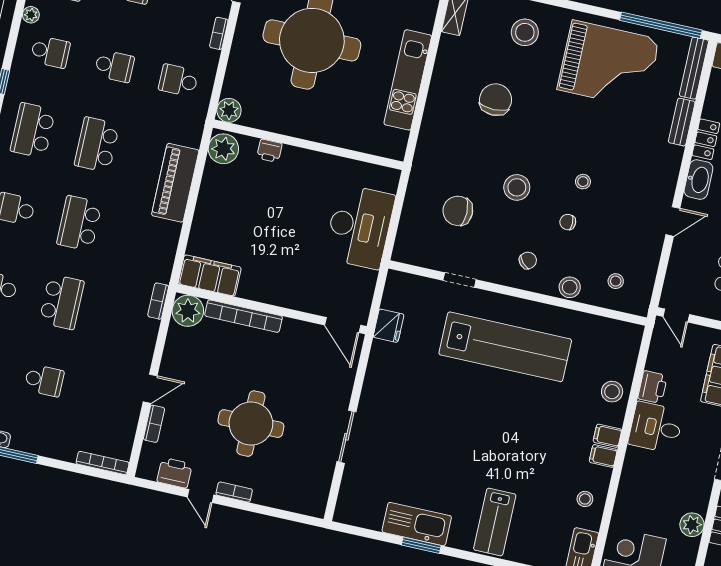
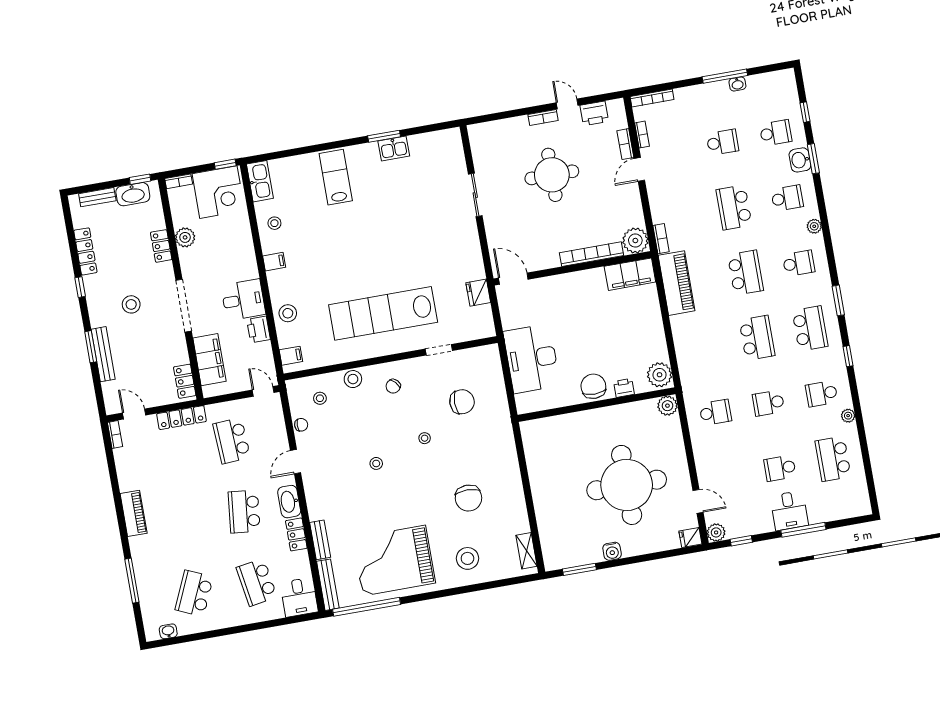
bookcase: (219, 33) -> (642, 135), moved
kitchen unit: (408, 80) -> (541, 485), removed
chair: (303, 167) -> (593, 386), added
piano: (175, 183) -> (676, 283), moved
stool: (517, 187) -> (425, 438), width x0.53, depth x0.53
chair: (568, 222) -> (301, 425), moved
school desk: (44, 380) -> (722, 142), turned 180
filing cabinet: (607, 436) -> (291, 356), moved
kitchen sink: (417, 524) -> (394, 148), width x0.53, depth x0.81

